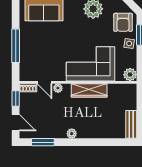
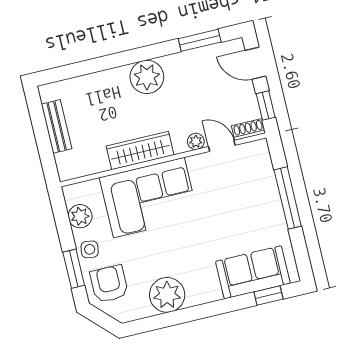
plant: (130, 75) -> (80, 216), moved
bench: (131, 124) -> (57, 126), moved
plant: (72, 134) -> (147, 77), width x1.88, depth x1.88

